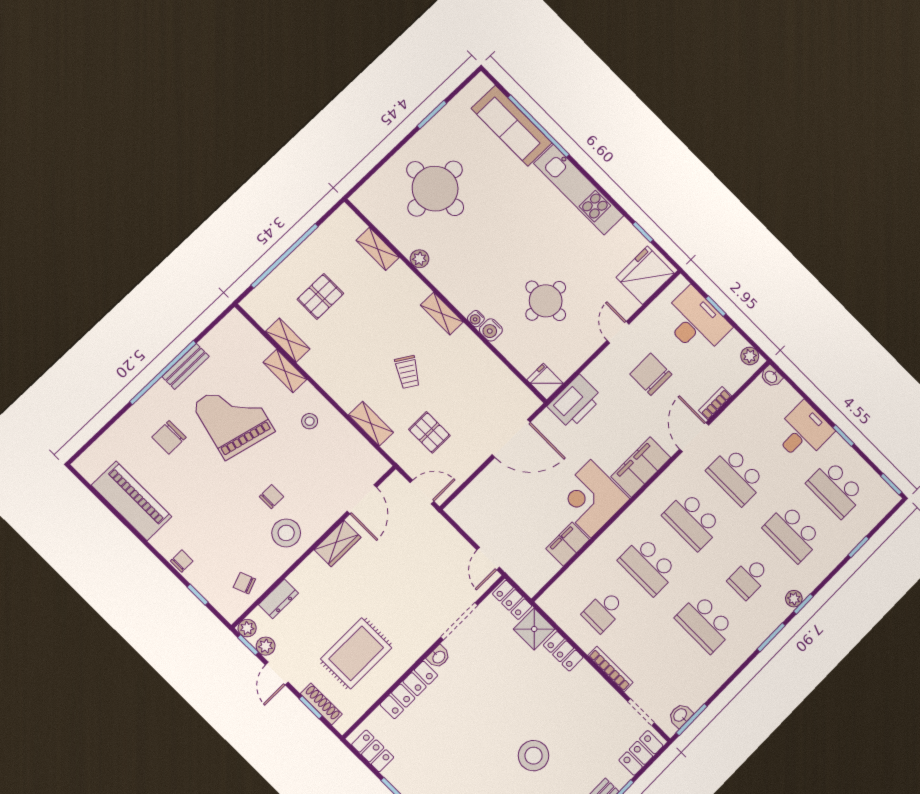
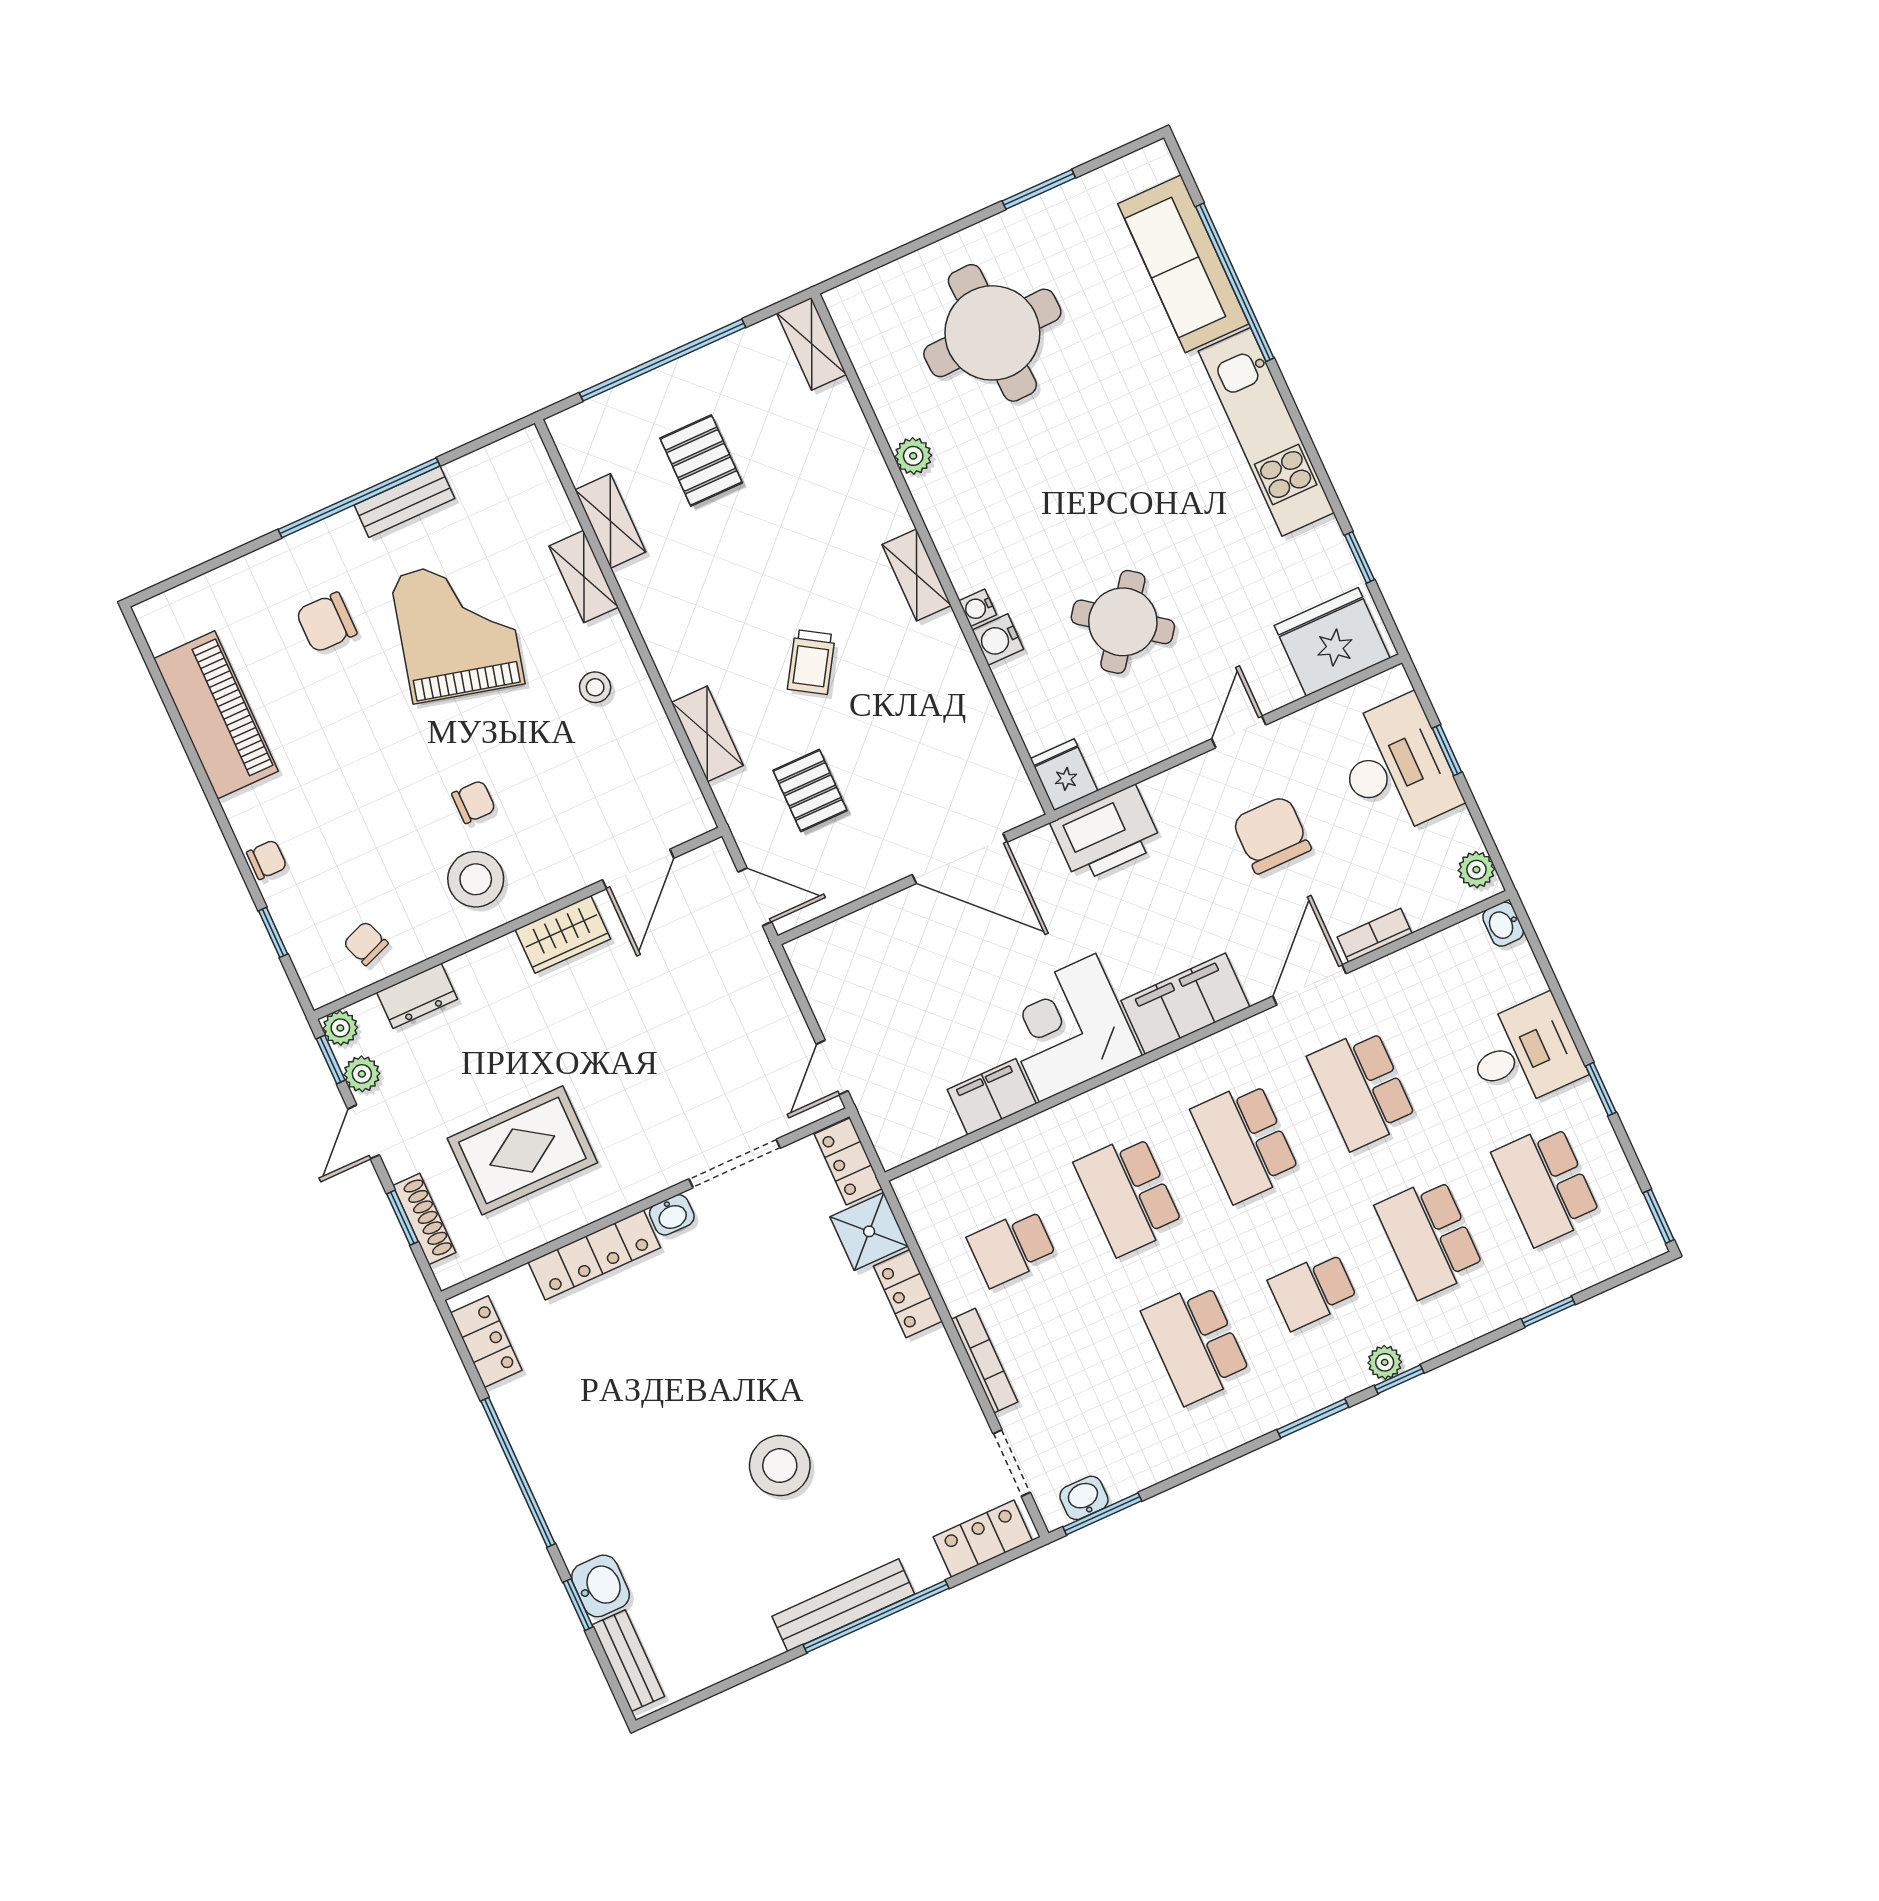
shelving: (378, 249) -> (812, 344), moved
pallet: (320, 296) -> (701, 461), turned 90
round table: (546, 301) -> (1123, 622), turned 37

